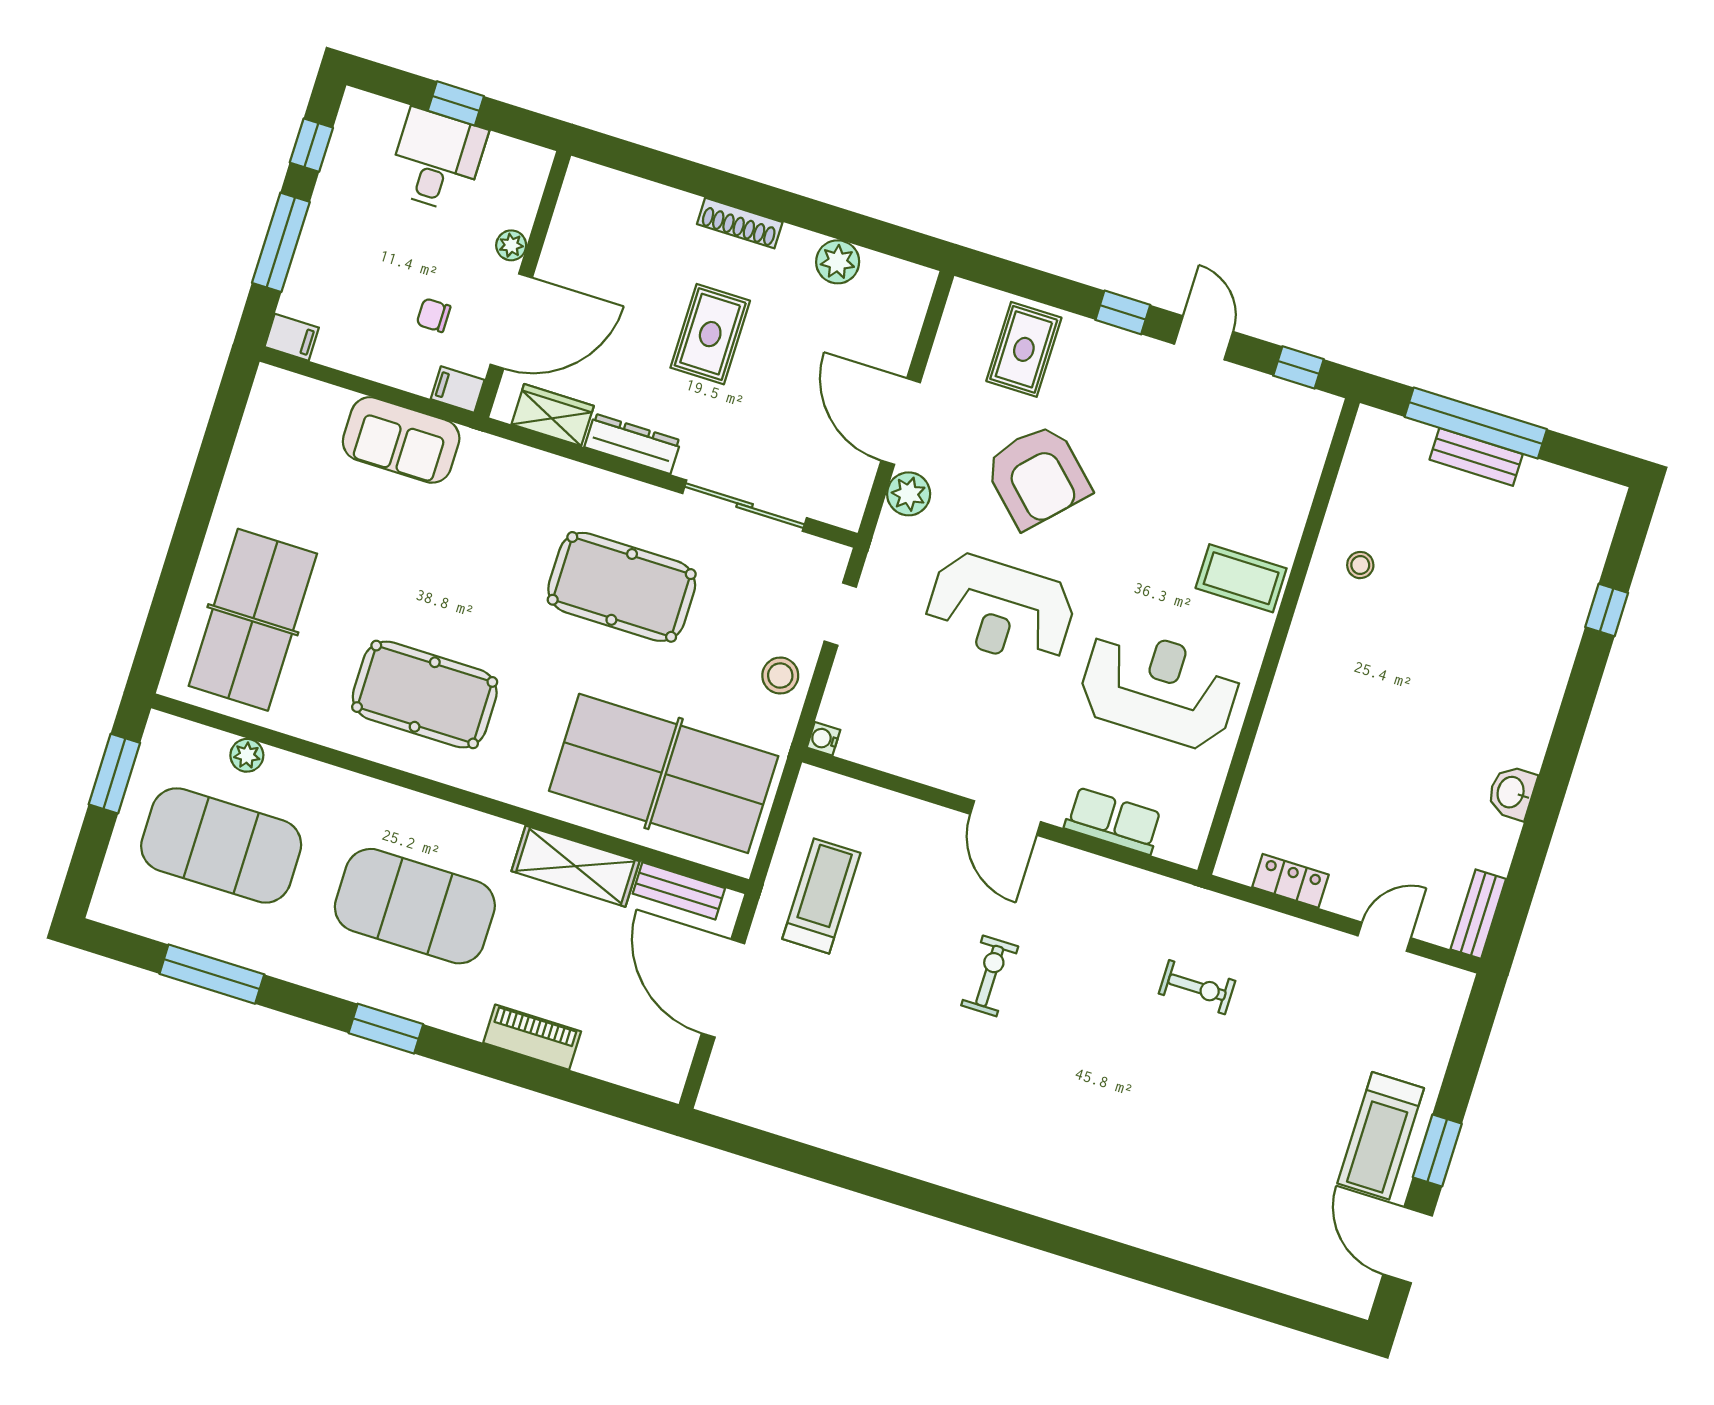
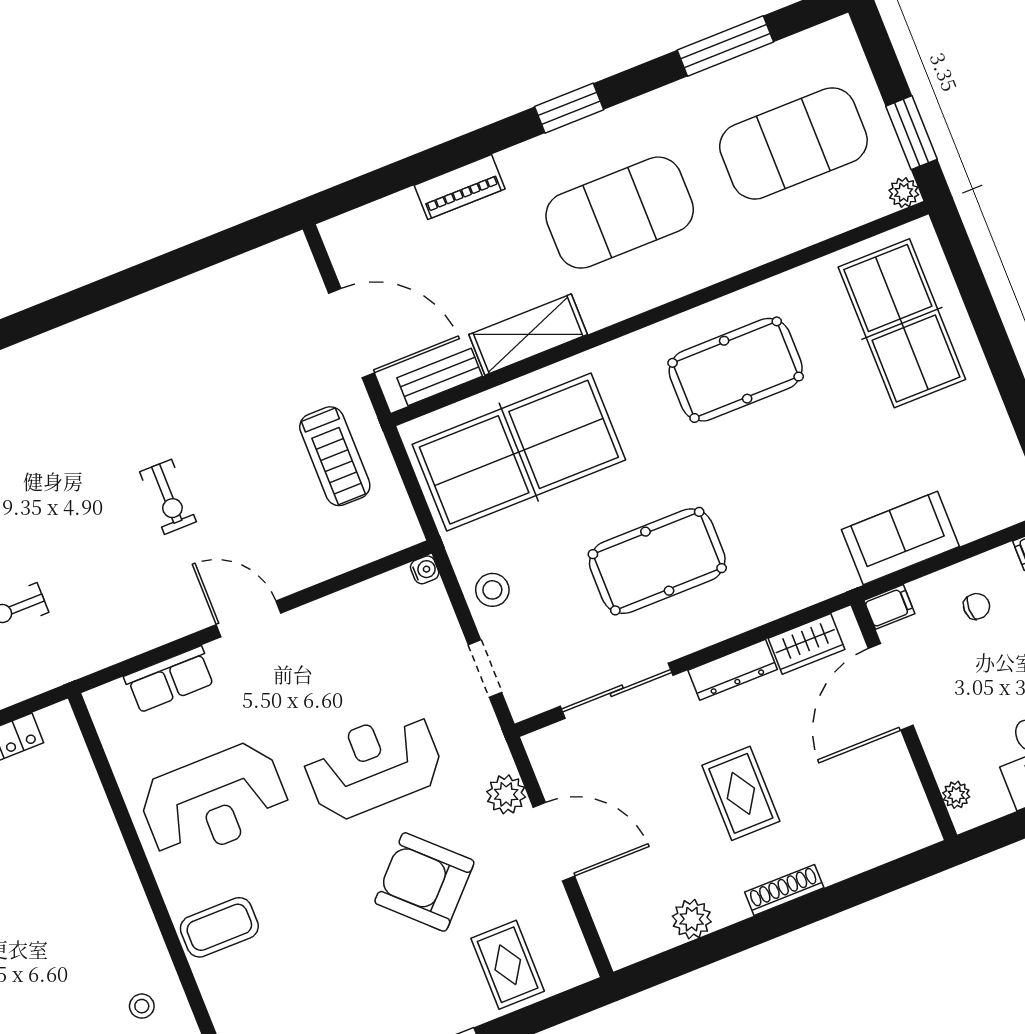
plant: (511, 245) -> (956, 795), moved
chair: (434, 315) -> (977, 606), moved
plant: (247, 755) -> (904, 192), moved

